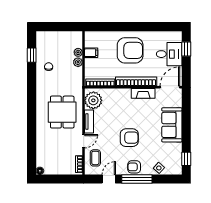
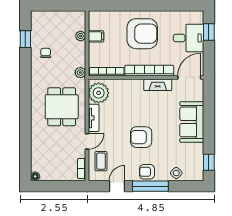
plant: (78, 62) -> (80, 73), moved
armchair: (129, 138) -> (141, 137), turned 180

